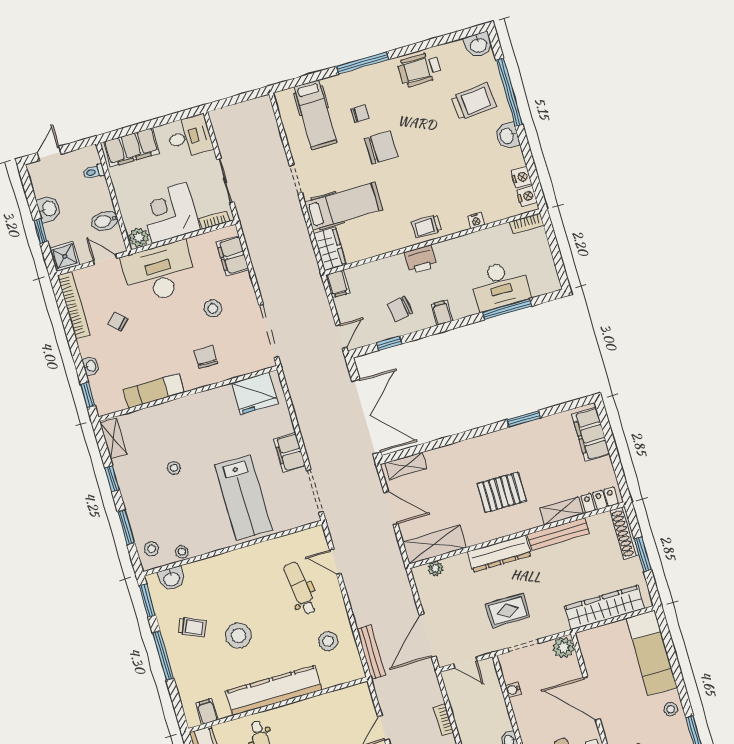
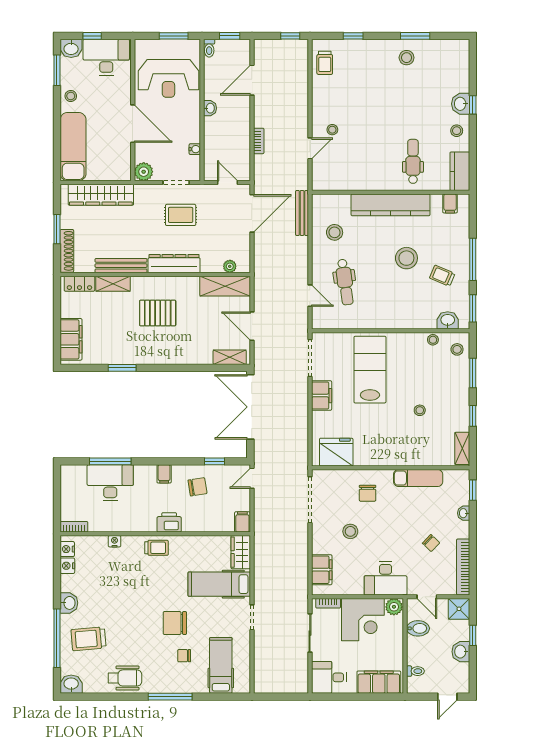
desk: (159, 272) -> (386, 578), width x0.73, depth x0.77

